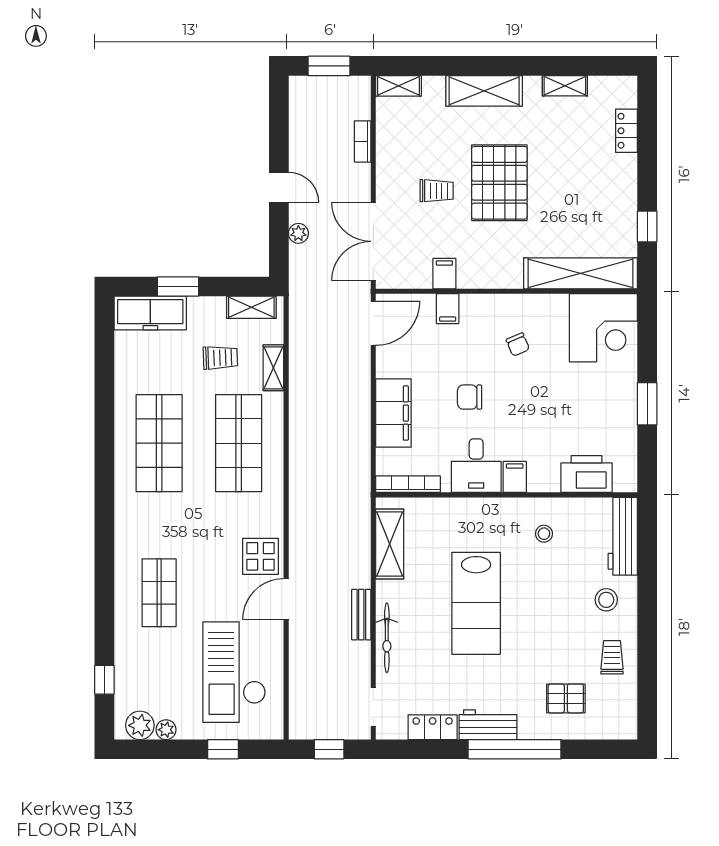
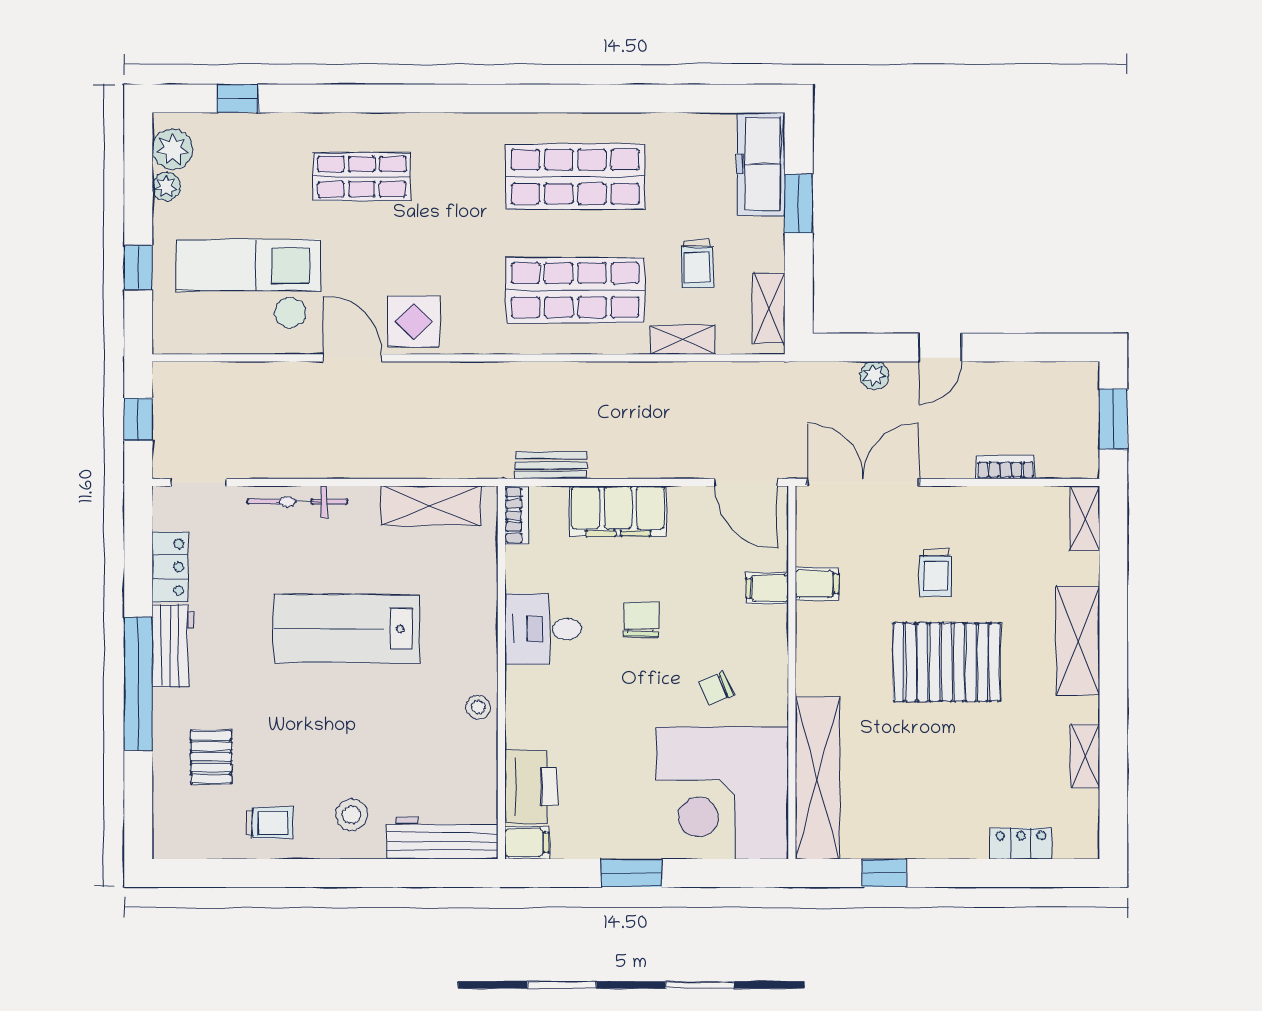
corner desk: (603, 328) -> (722, 793), width x1.36, depth x1.36
filing cabinet: (515, 477) -> (527, 843), moved
bookcase: (408, 484) -> (517, 515), width x0.64
stool: (544, 534) -> (478, 707), moved
bench: (361, 615) -> (551, 465), moved

